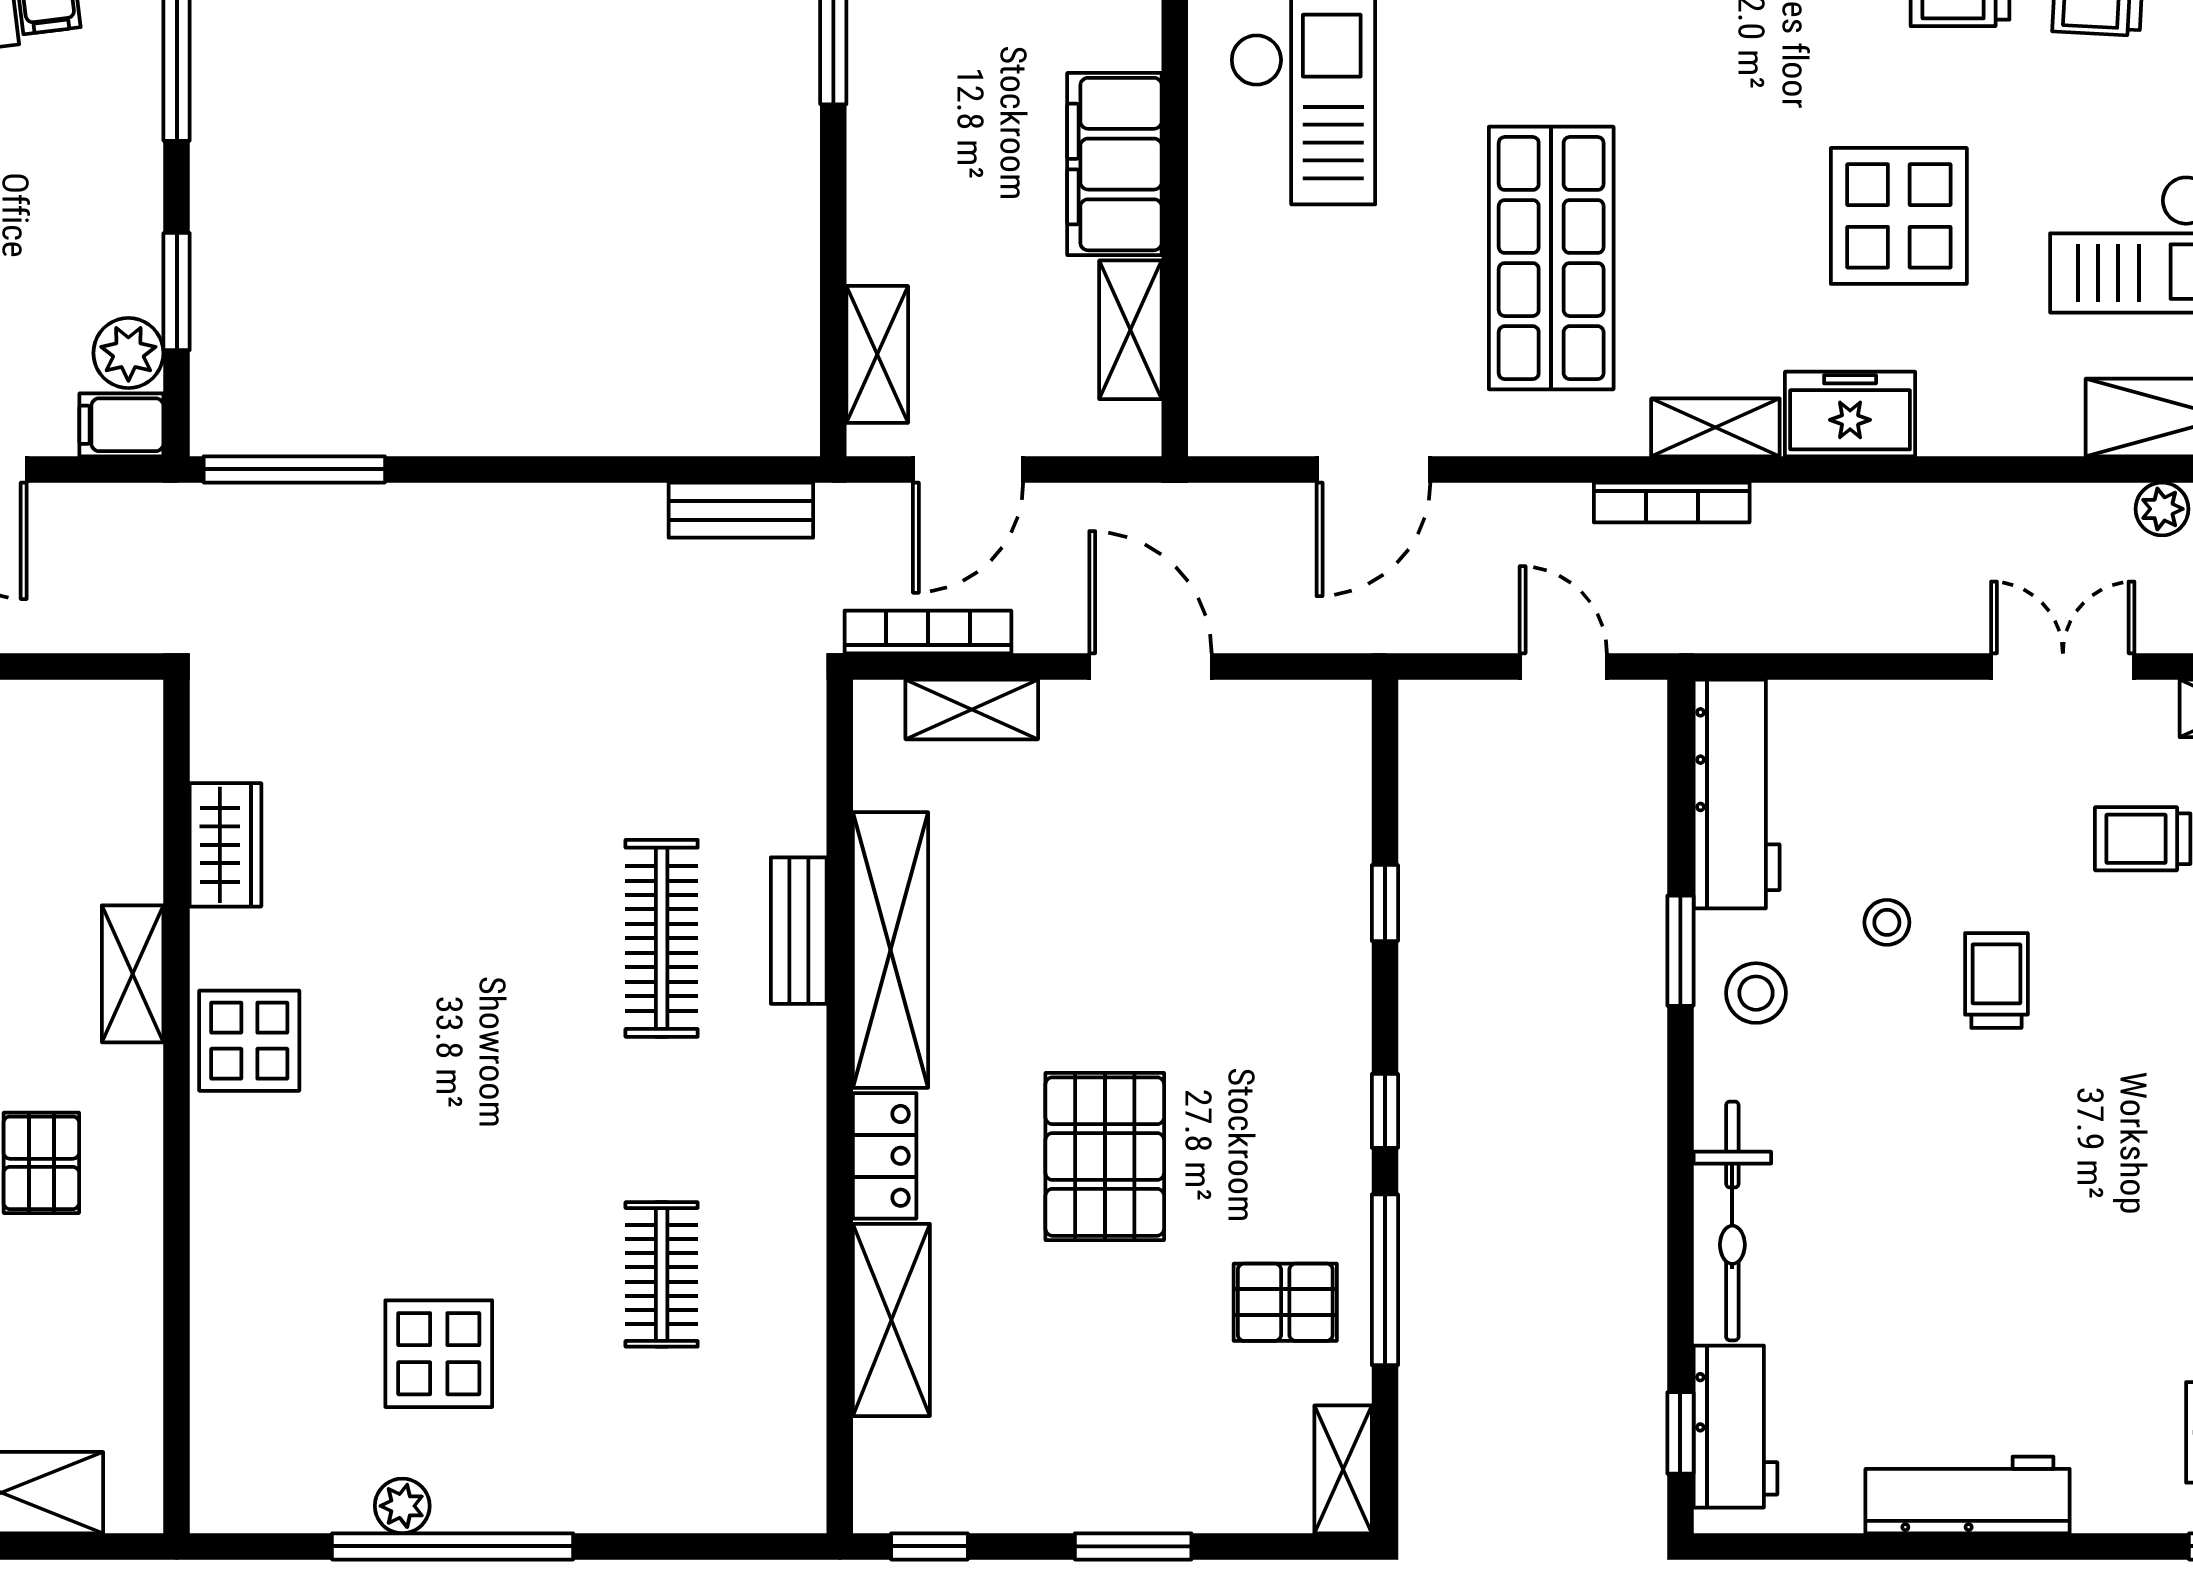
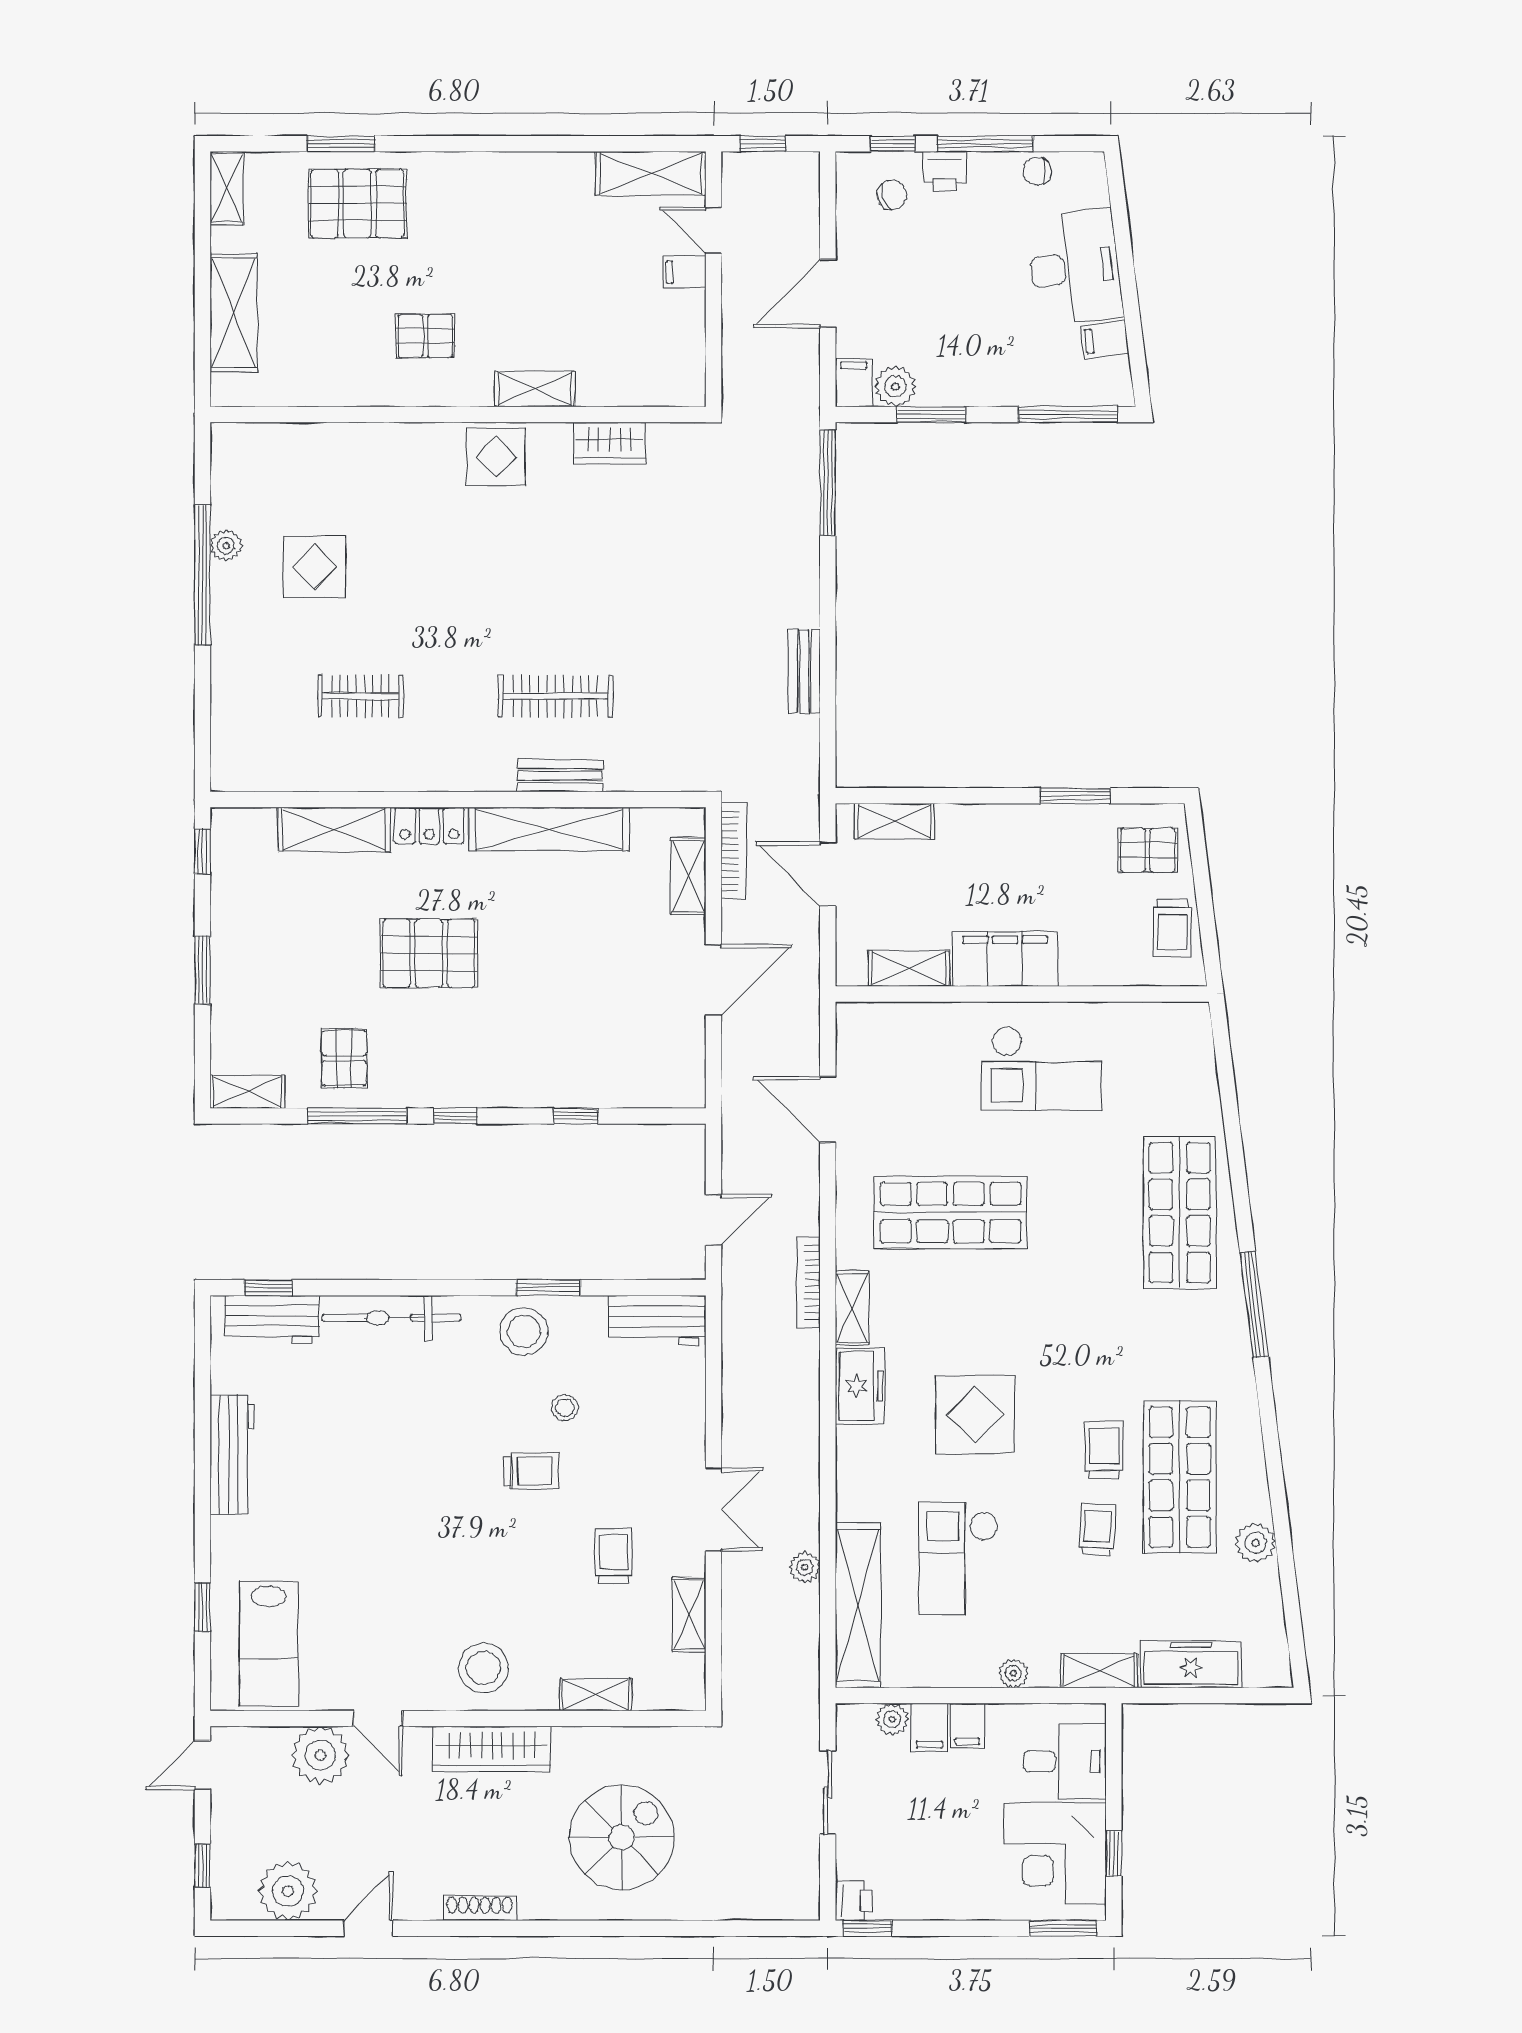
bench: (741, 510) -> (804, 671), moved
workbench: (1737, 794) -> (657, 1320), width x0.73
stool: (1756, 993) -> (524, 1331), width x1.38, depth x1.38

